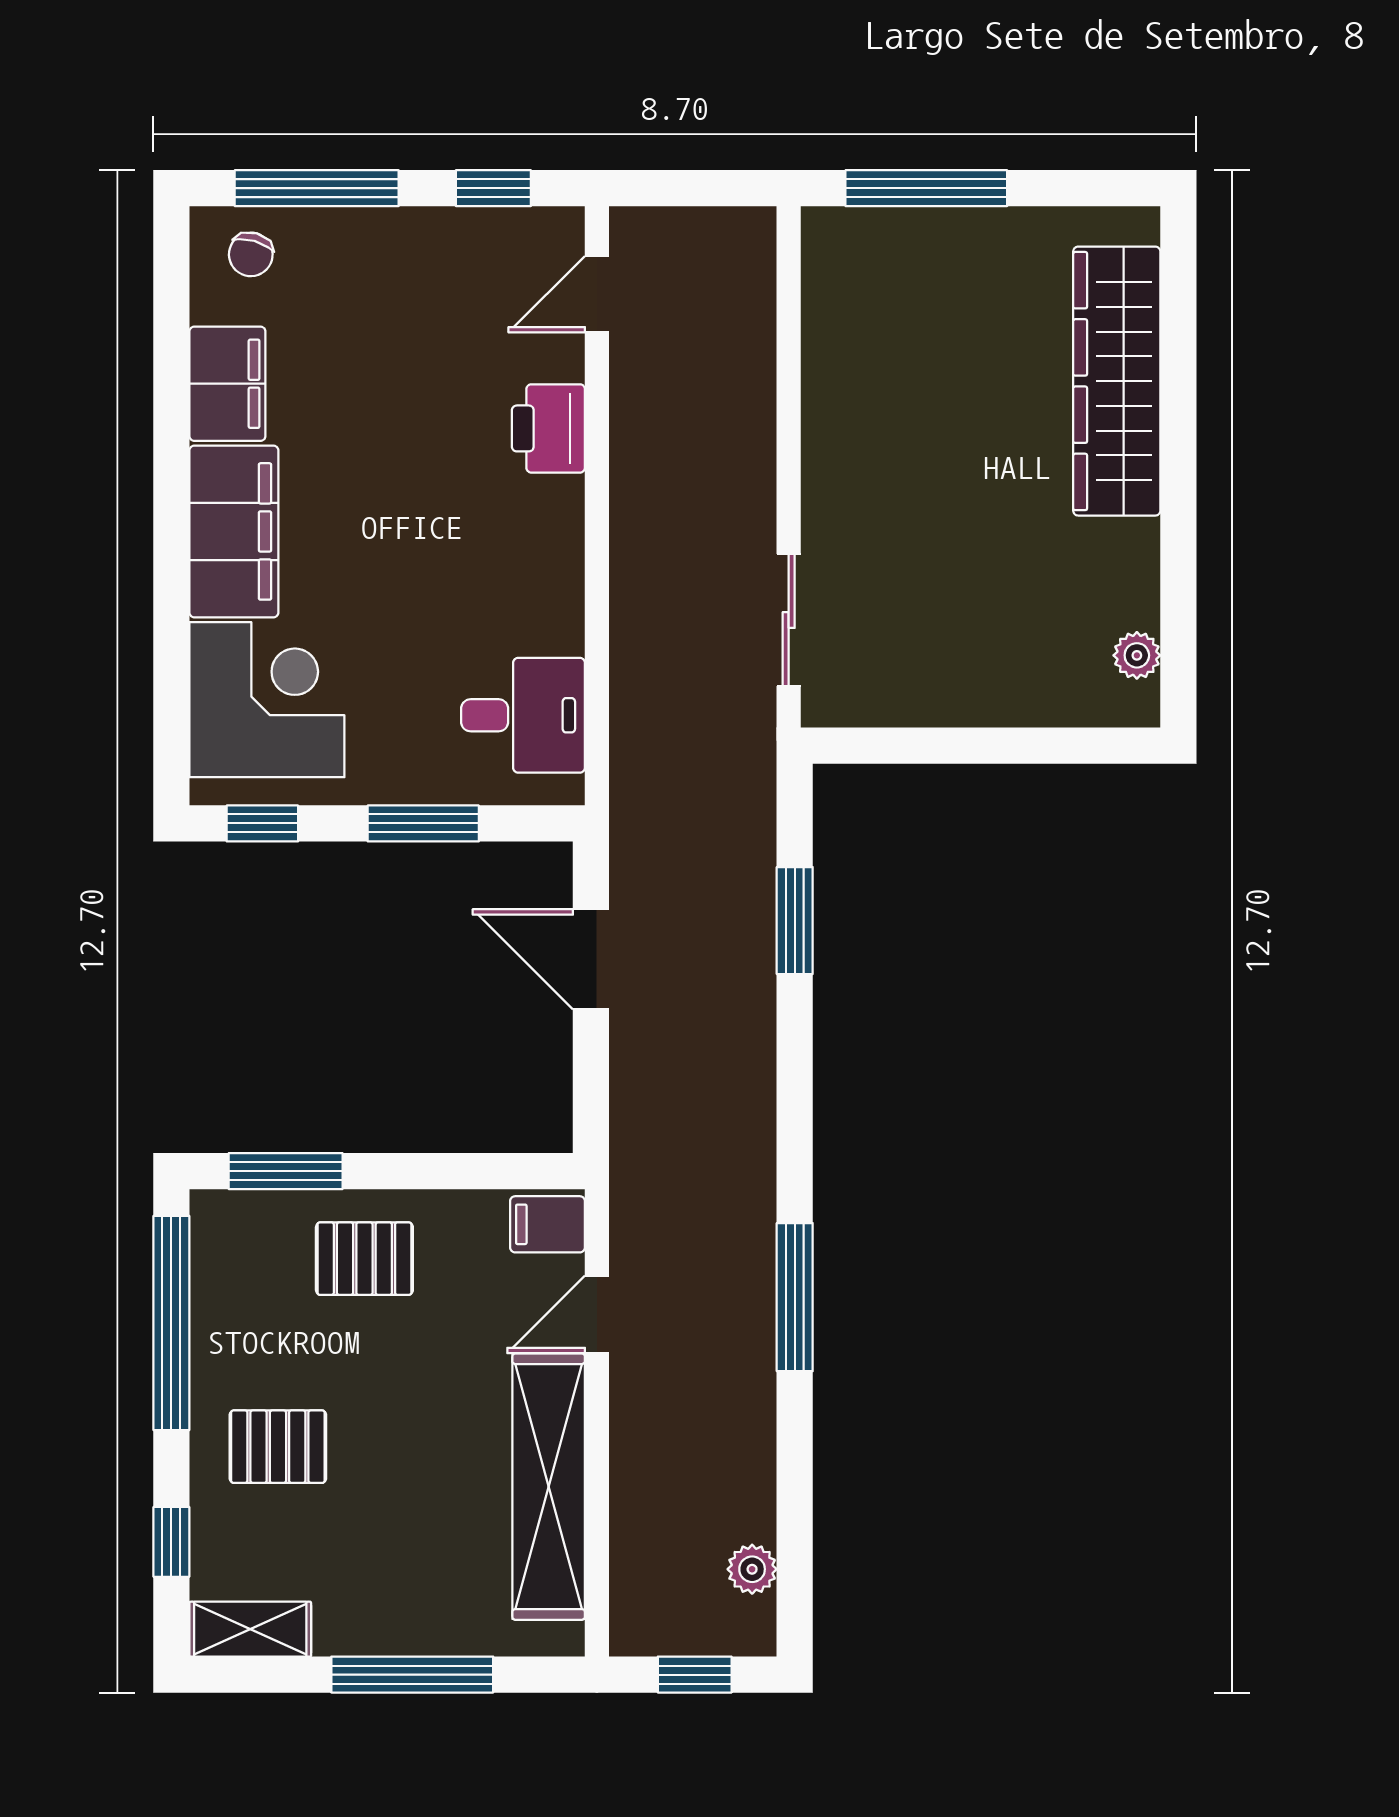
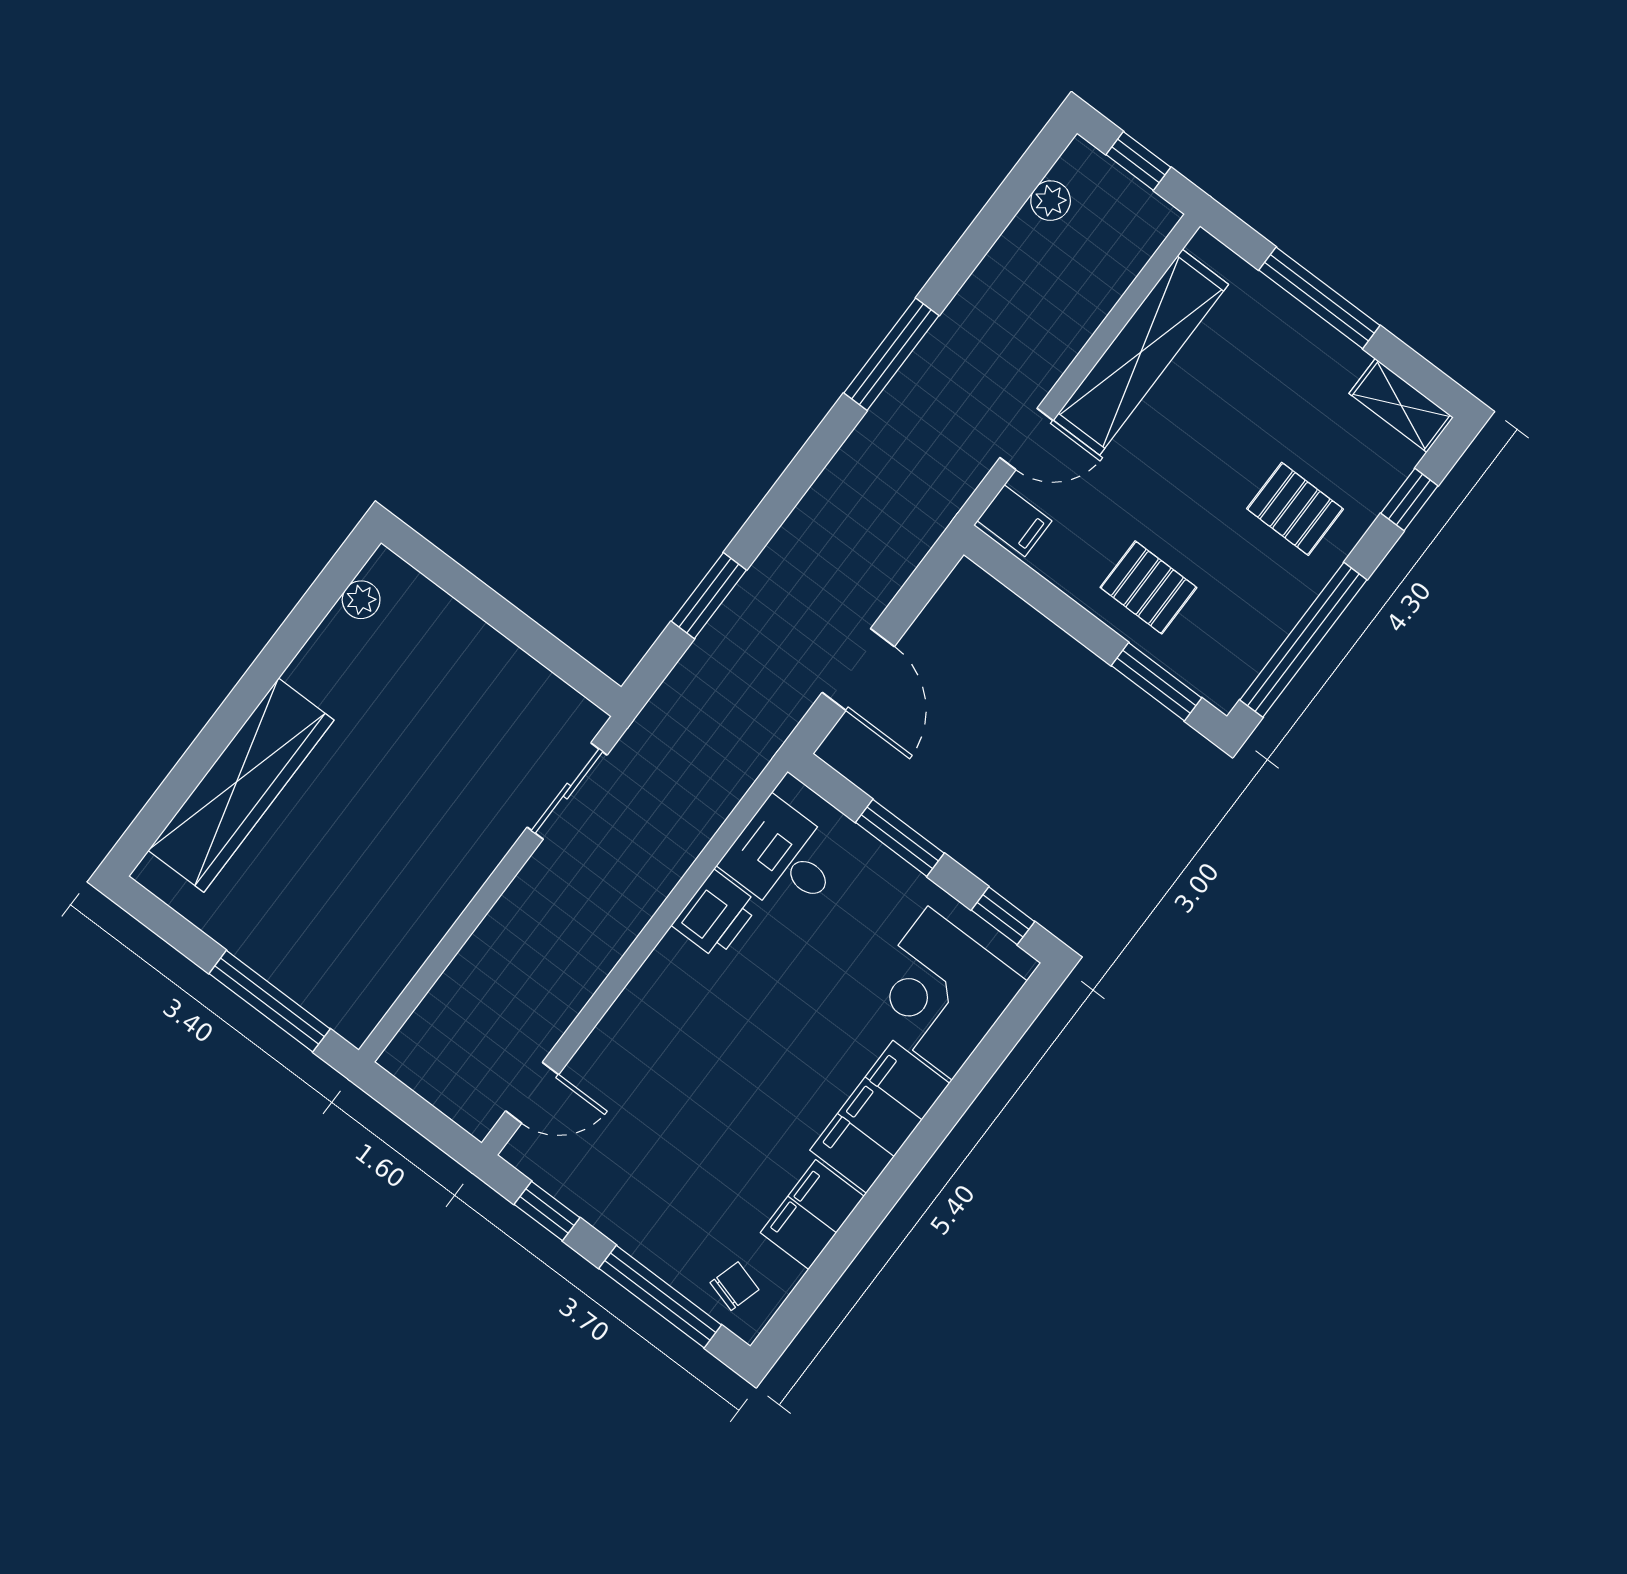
printer: (548, 428) -> (716, 915), moved

